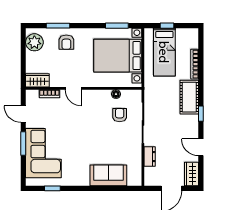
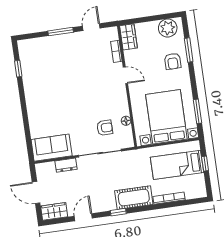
armchair: (66, 42) -> (173, 61), turned -90
door: (73, 88) -> (125, 75), swing flipped
corner sofa: (43, 153) -> (54, 54), removed
sofa: (108, 175) -> (52, 148), moved, turned -90

